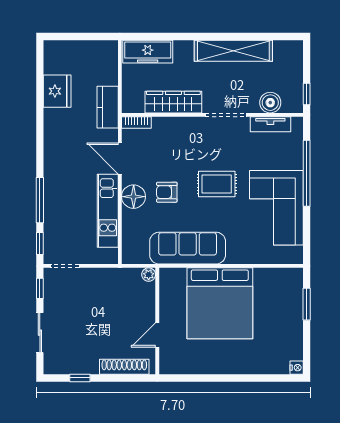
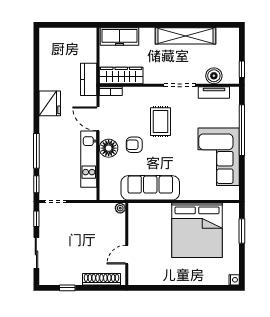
fridge: (57, 91) -> (50, 103), moved
wardrobe: (173, 102) -> (121, 75), moved
rug: (217, 184) -> (161, 122), moved, turned 90
bed: (220, 303) -> (197, 230), moved

